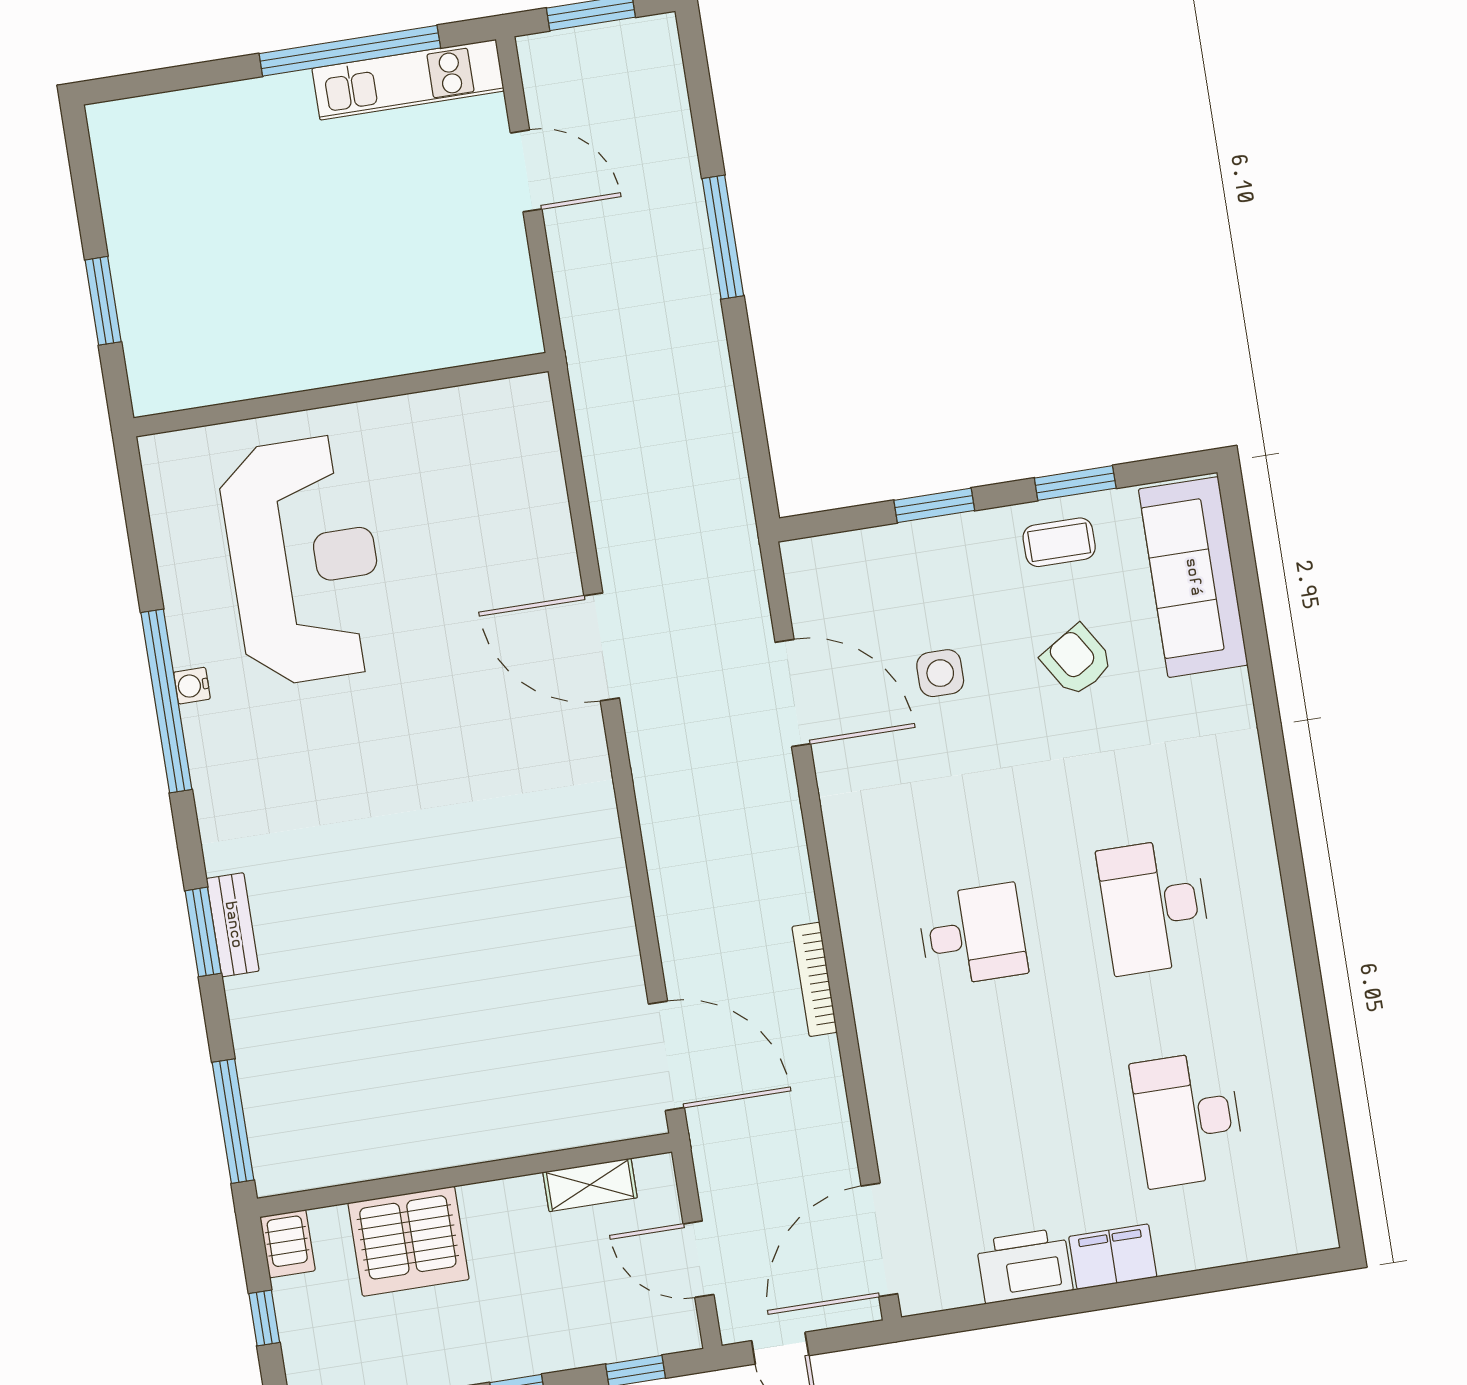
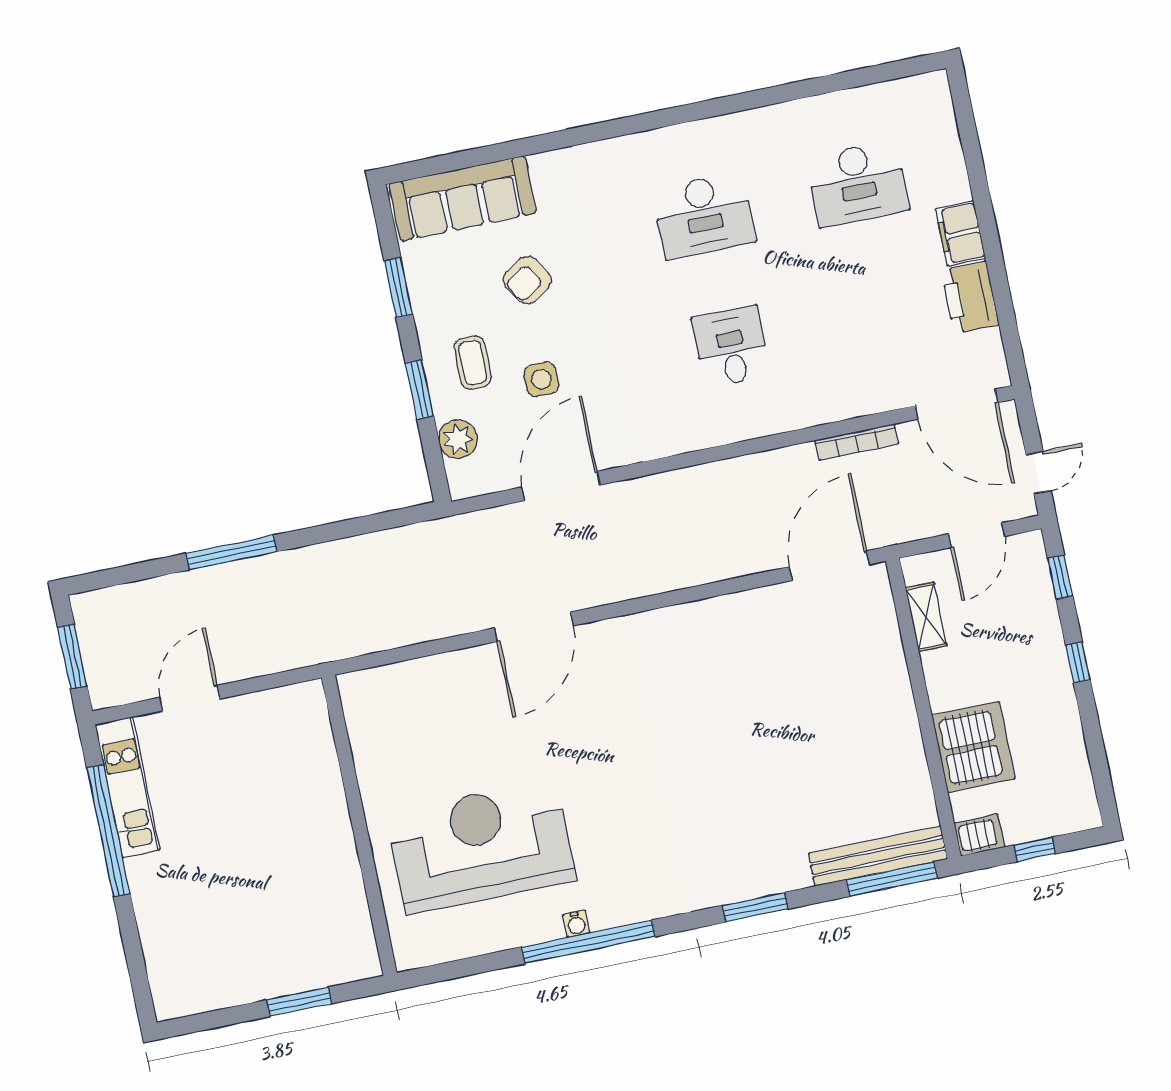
coffee table: (1059, 542) -> (473, 363), moved
plant: (864, 555) -> (458, 439), added
bench: (233, 925) -> (878, 856), moved, width x1.86, depth x1.21
bookcase: (815, 979) -> (857, 442), moved

